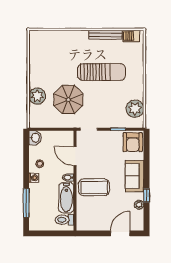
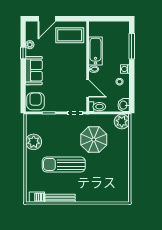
plant: (37, 96) -> (122, 122), moved
plant: (135, 109) -> (34, 142), moved
coffee table: (94, 187) -> (70, 35), moved
toilet: (64, 220) -> (97, 107), moved

